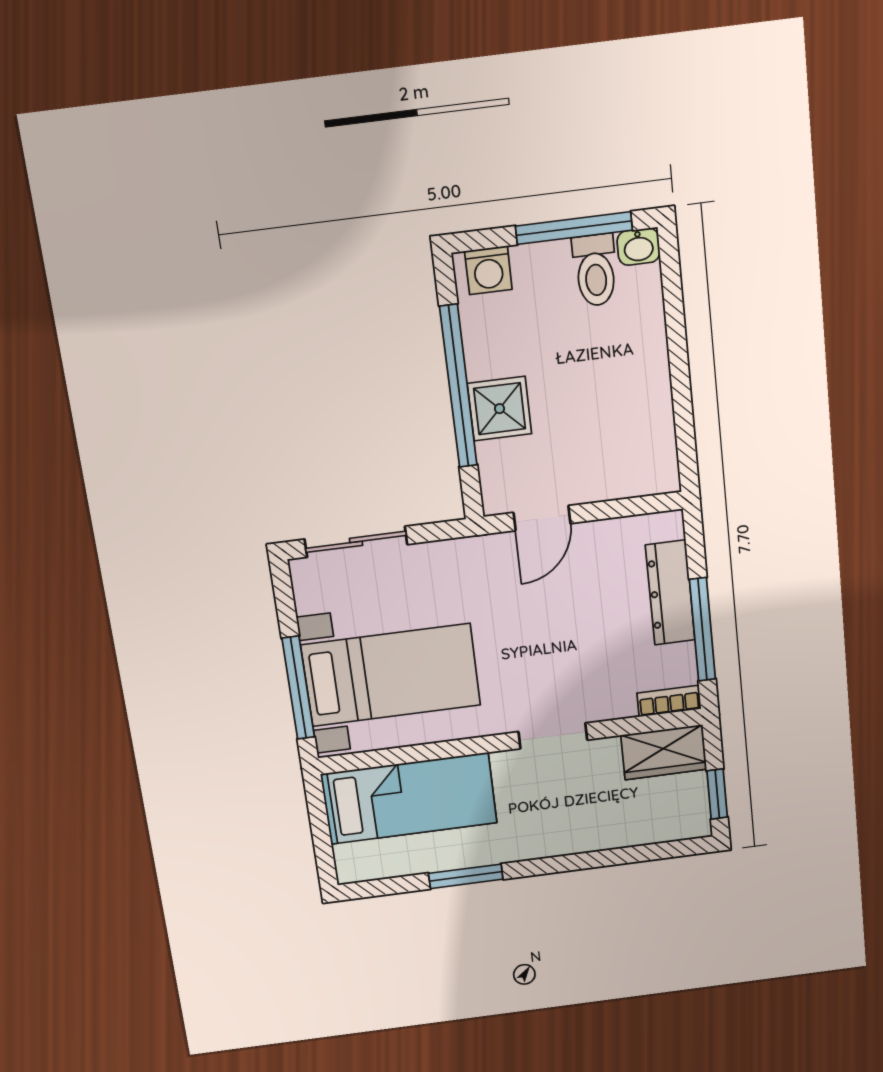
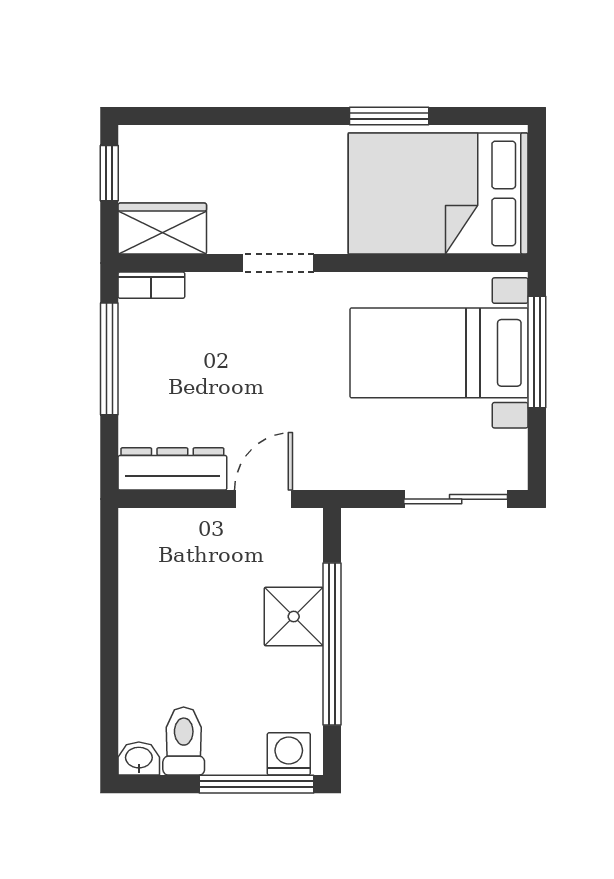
window: (574, 228) -> (257, 784), moved
dresser: (670, 593) -> (172, 469), moved, turned -90
bed: (409, 798) -> (438, 193), width x1.50

